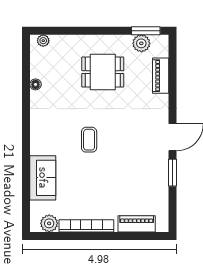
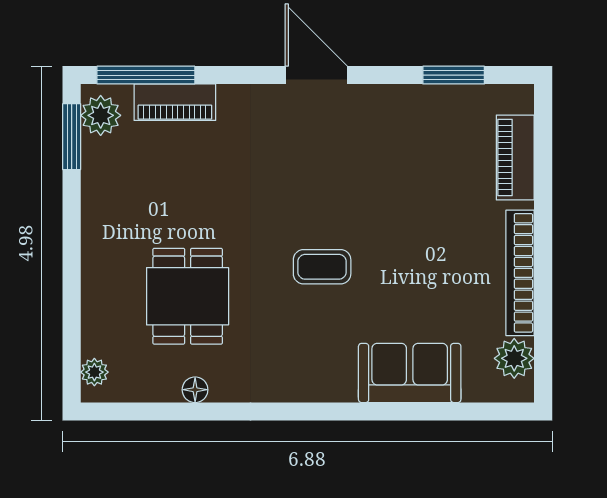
plant: (141, 43) -> (101, 115), moved
window: (173, 63) -> (146, 75), added
dining table: (103, 72) -> (188, 296), moved
window: (173, 173) -> (454, 75), moved

